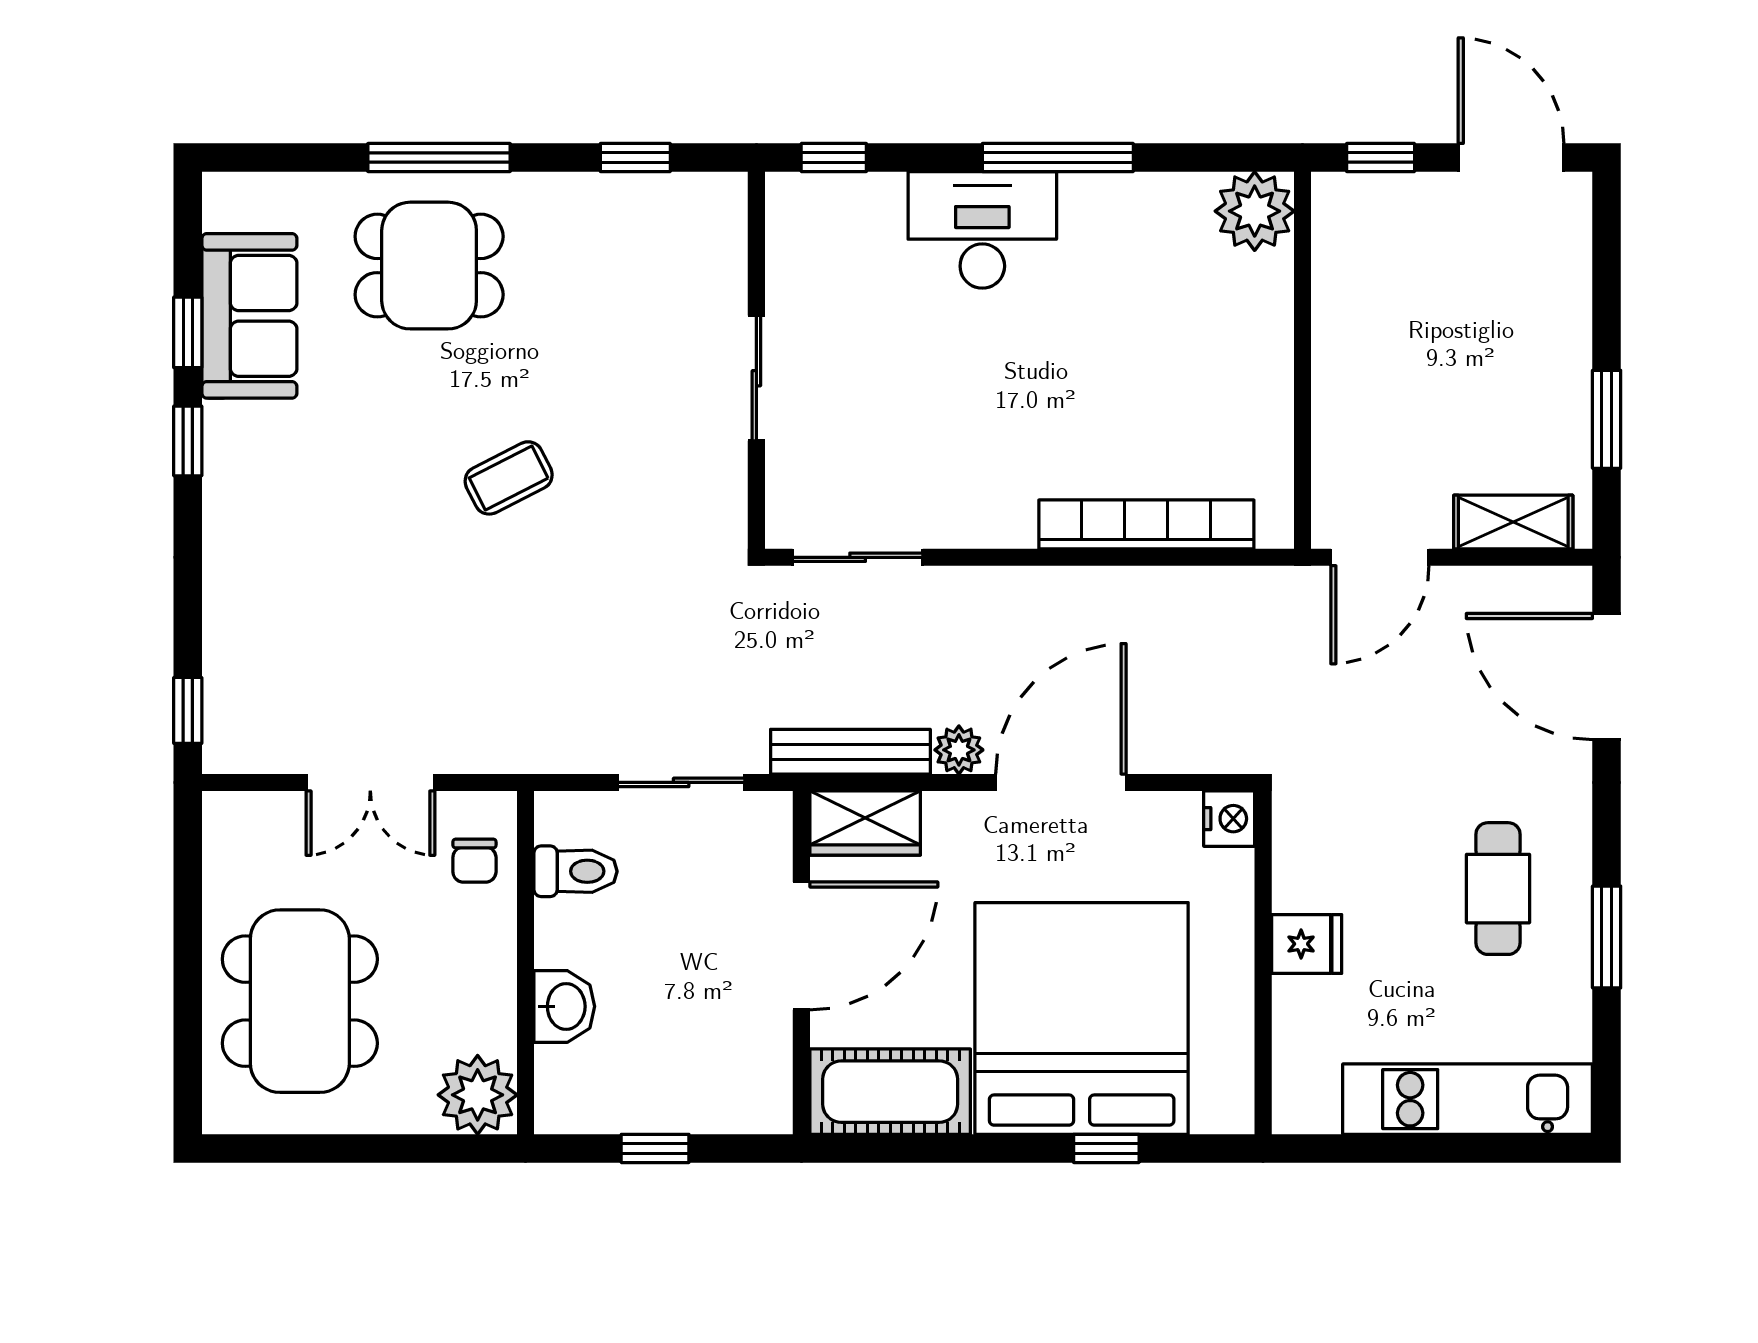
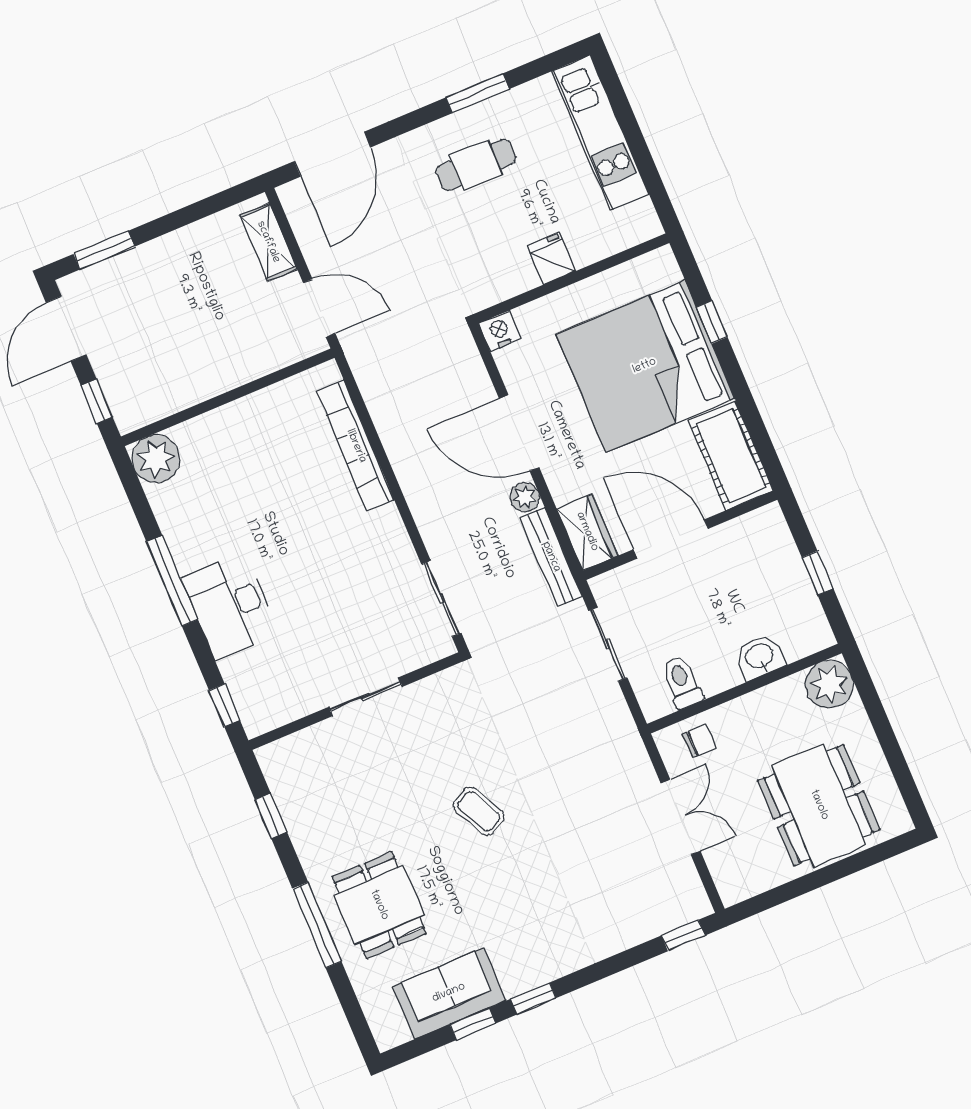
window: (1607, 419) -> (104, 250), moved
dining table: (300, 1001) -> (819, 805), turned 90

